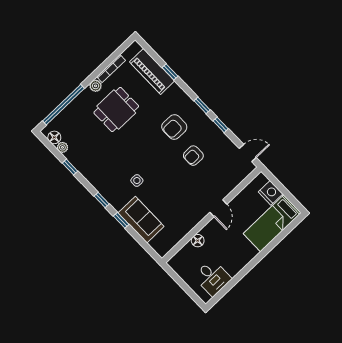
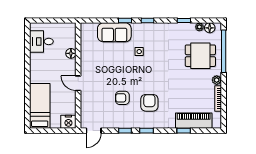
dining table: (116, 109) -> (200, 56), moved, turned 90
armchair: (193, 156) -> (122, 98), turned -90
nightstand: (271, 193) -> (68, 122), moved

